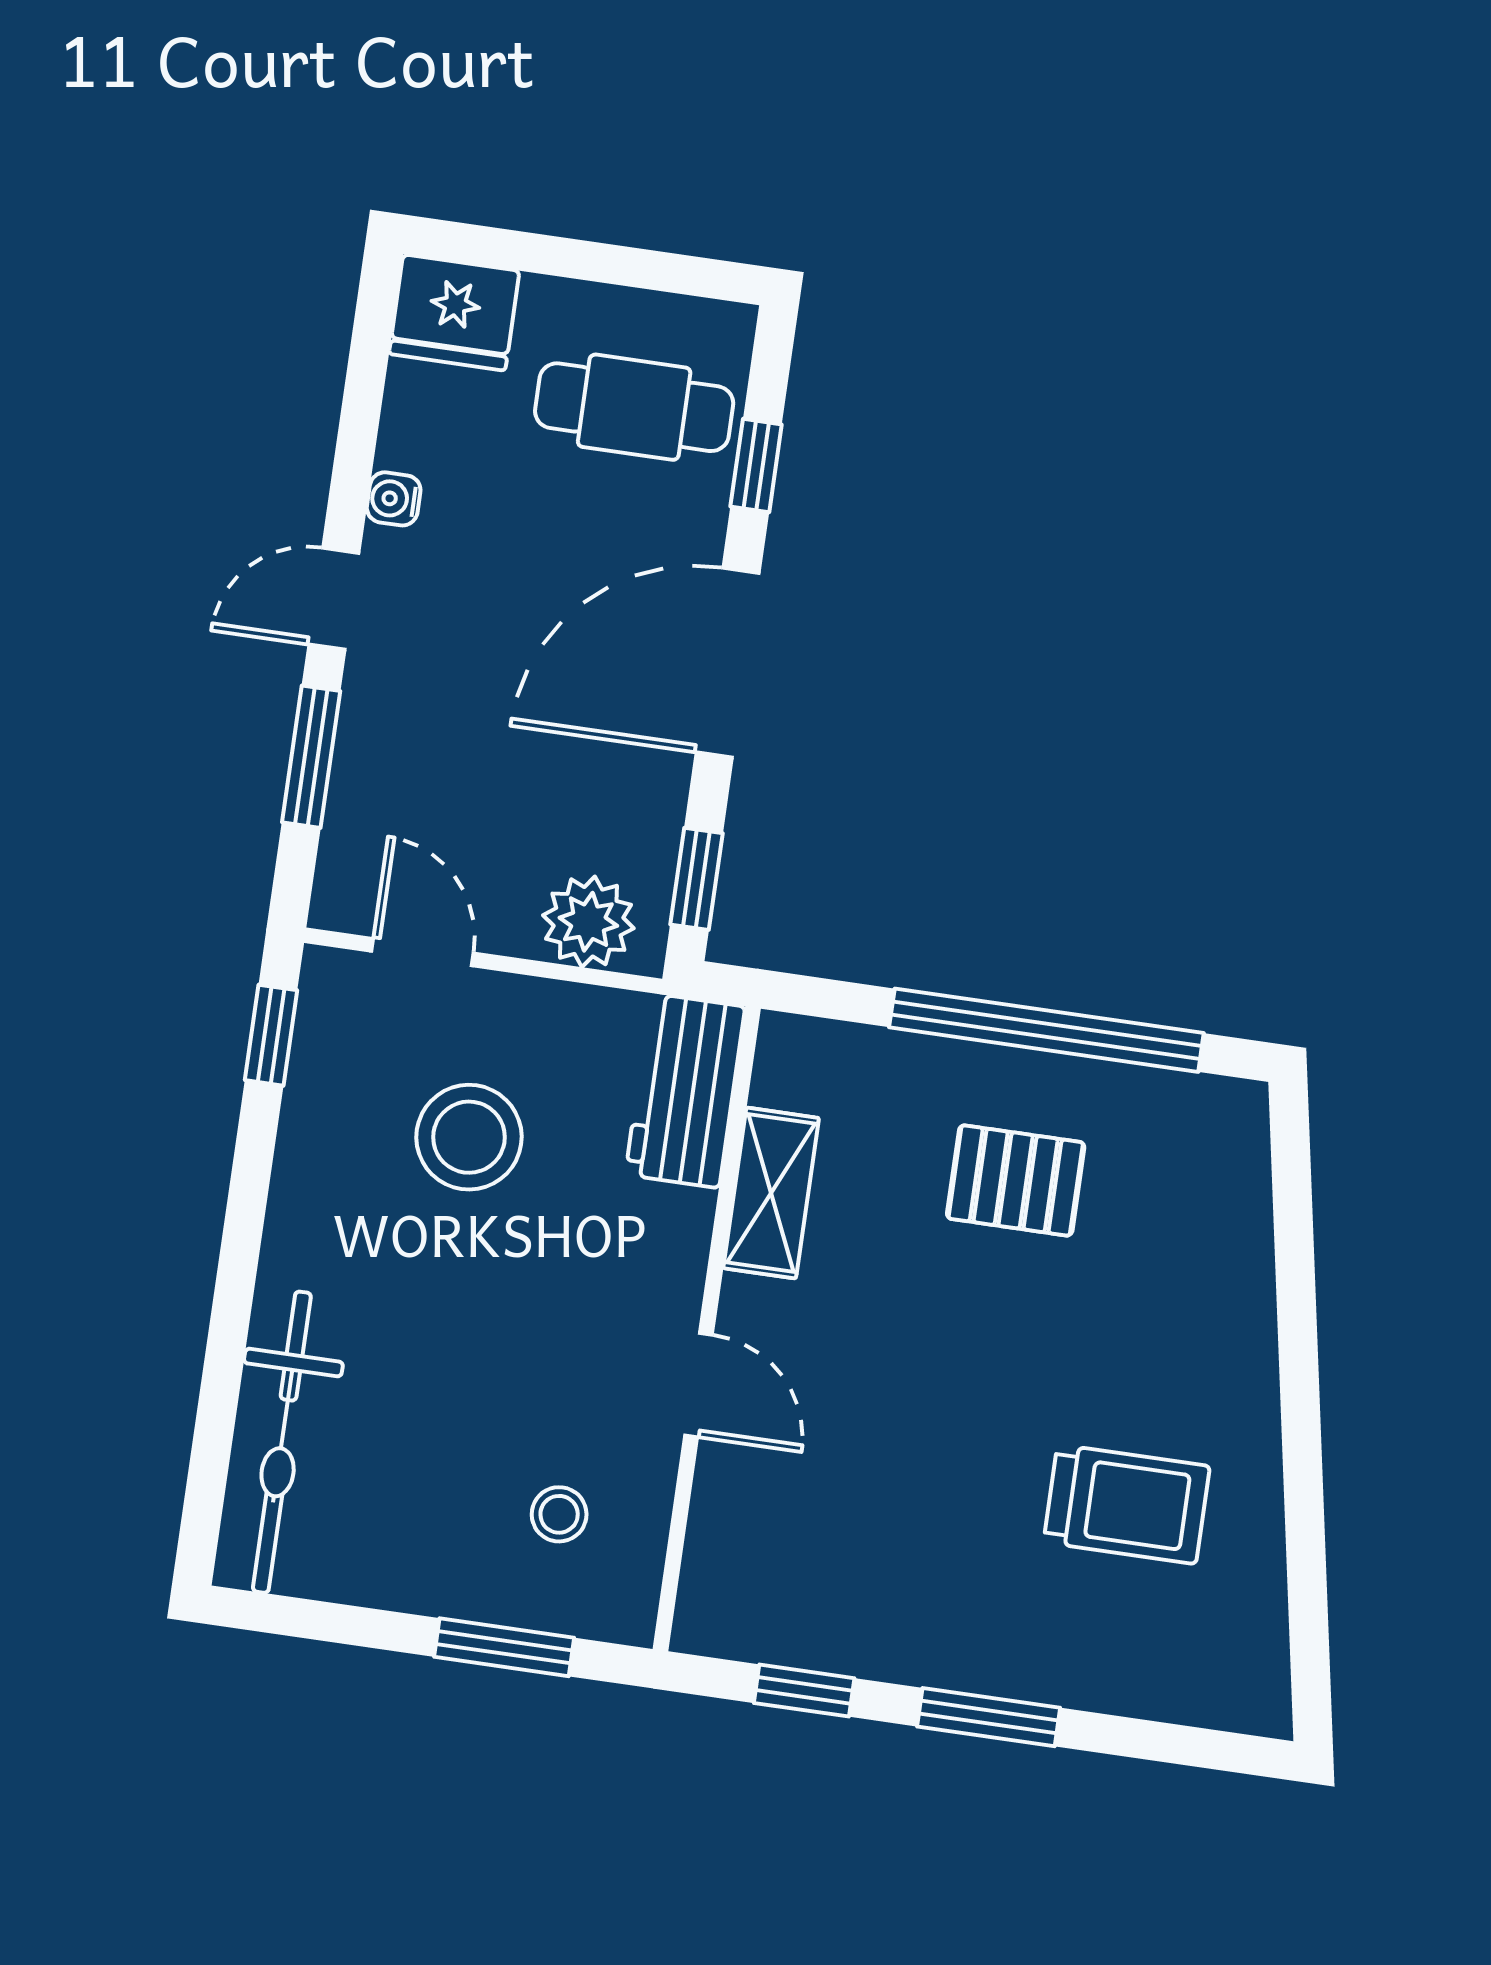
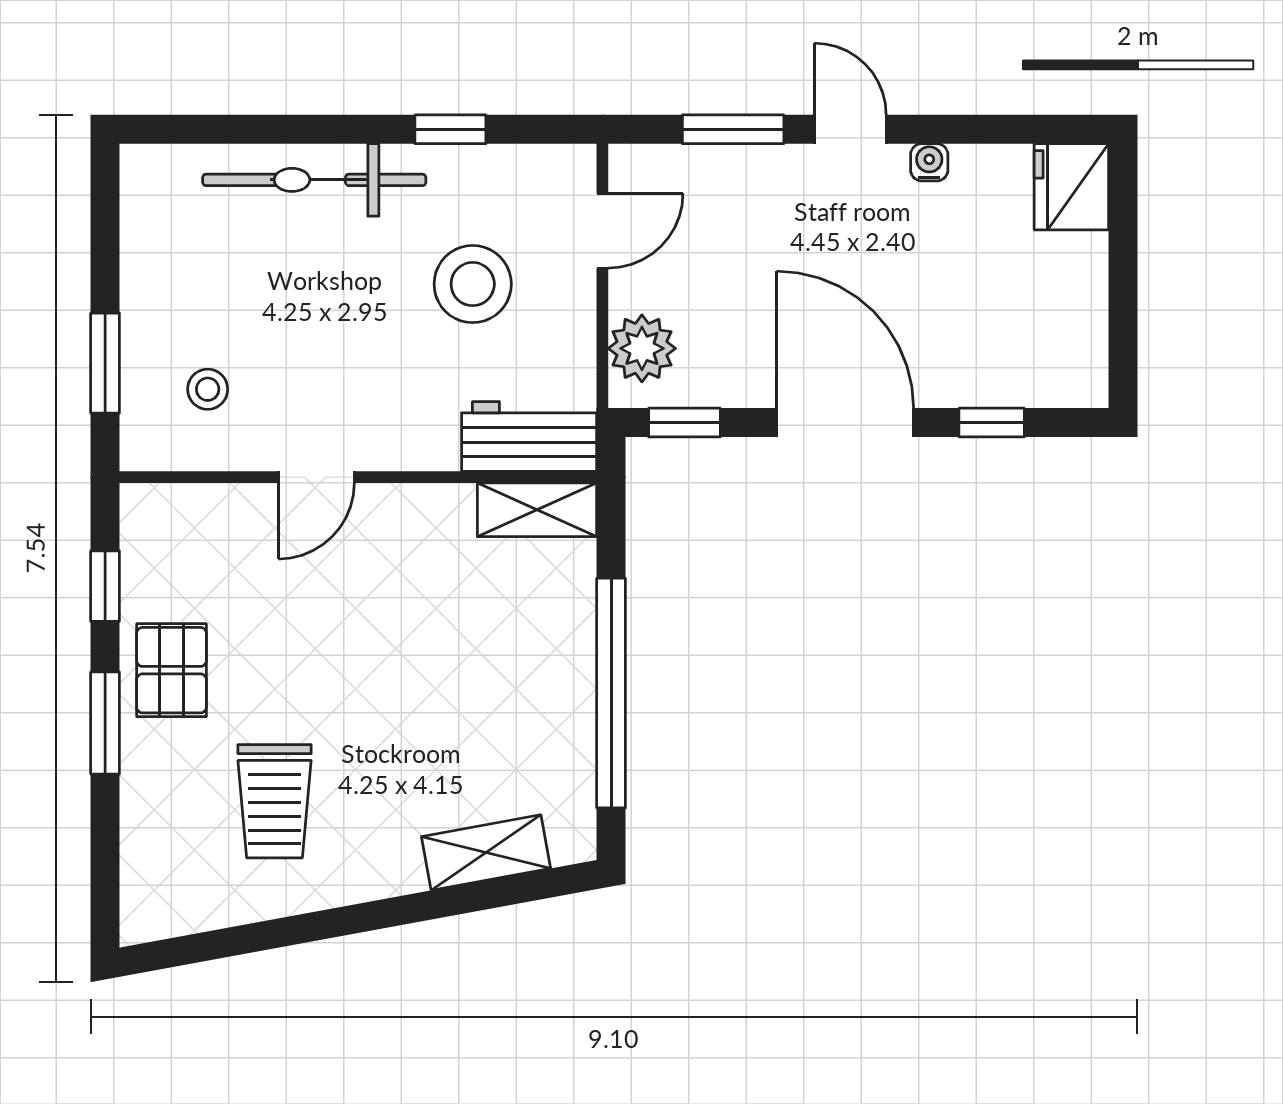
cafe table: (634, 407) -> (1021, 328), removed
window: (271, 1035) -> (450, 129), moved
pallet: (1016, 1180) -> (171, 670), moved
shelving: (771, 1193) -> (537, 510), moved
shelving: (1237, 1230) -> (486, 852), added
bicycle: (282, 1442) -> (314, 180), moved

